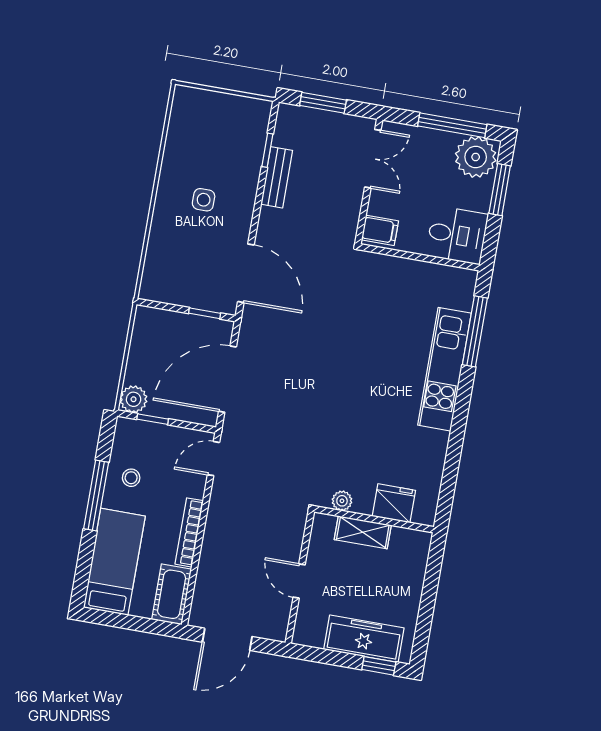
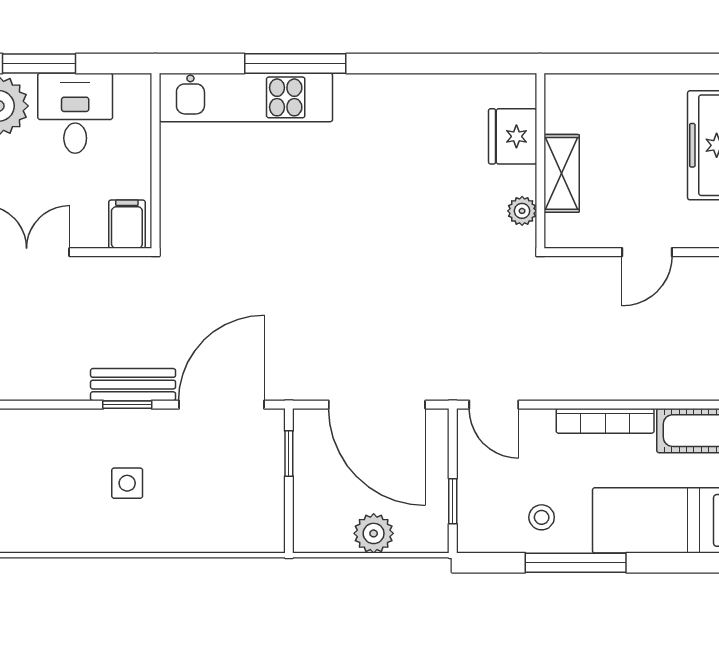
window: (267, 150) -> (127, 405), moved
bench: (277, 177) -> (133, 385), moved
desk: (457, 235) -> (75, 113), moved
window: (475, 331) -> (295, 63), moved
kitchen unit: (445, 369) -> (246, 97), moved
plant: (134, 399) -> (374, 533), moved

